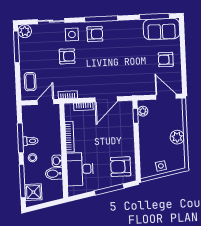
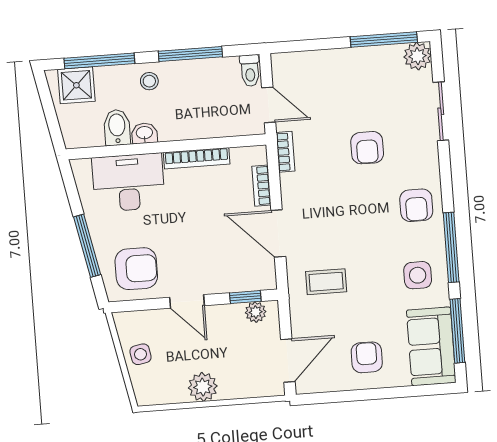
window: (101, 19) -> (451, 247), moved
side table: (72, 34) -> (418, 275), moved
coffee table: (30, 82) -> (326, 282), moved
toilet: (30, 141) -> (250, 71), moved
door: (137, 143) -> (187, 301), added
armchair: (121, 167) -> (136, 269), turned 90

